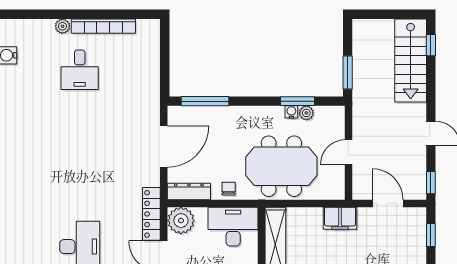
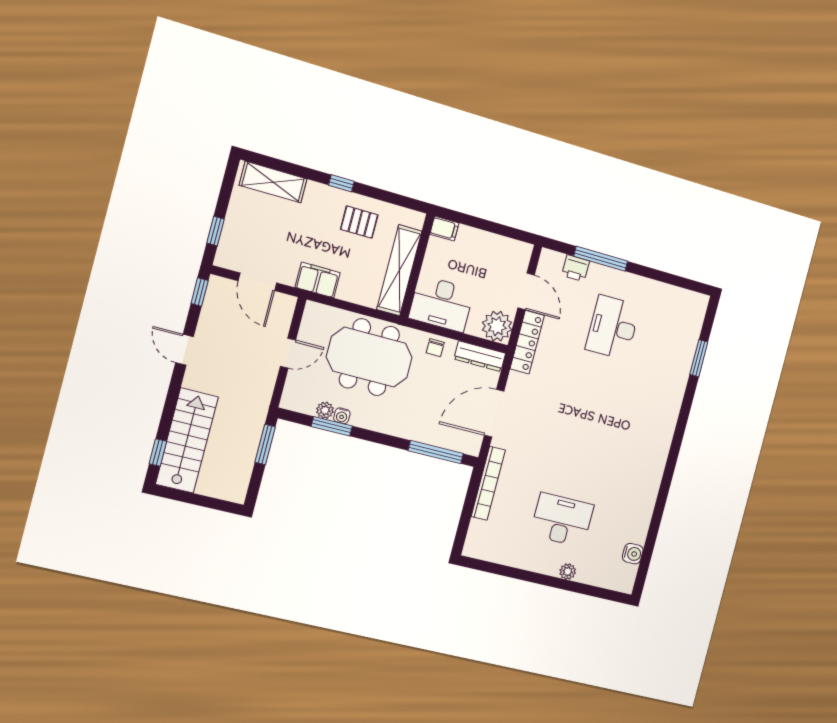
bookcase: (103, 26) -> (488, 483), moved, turned 90
desk: (80, 70) -> (562, 520), width x1.37

